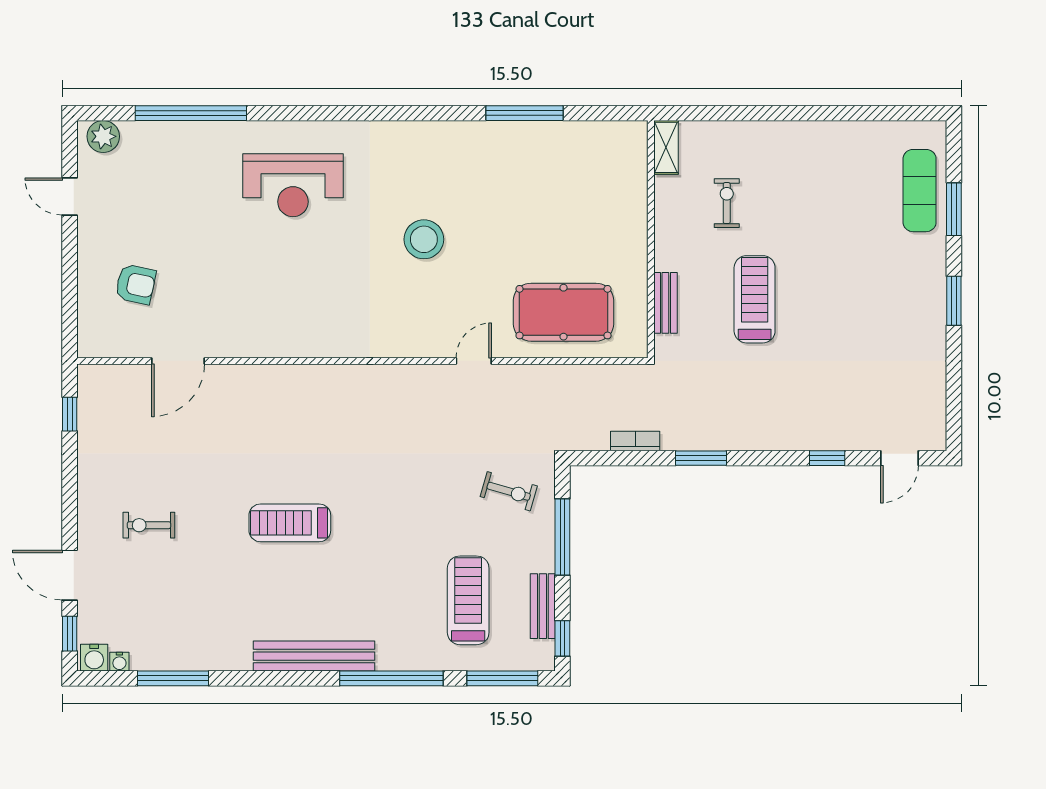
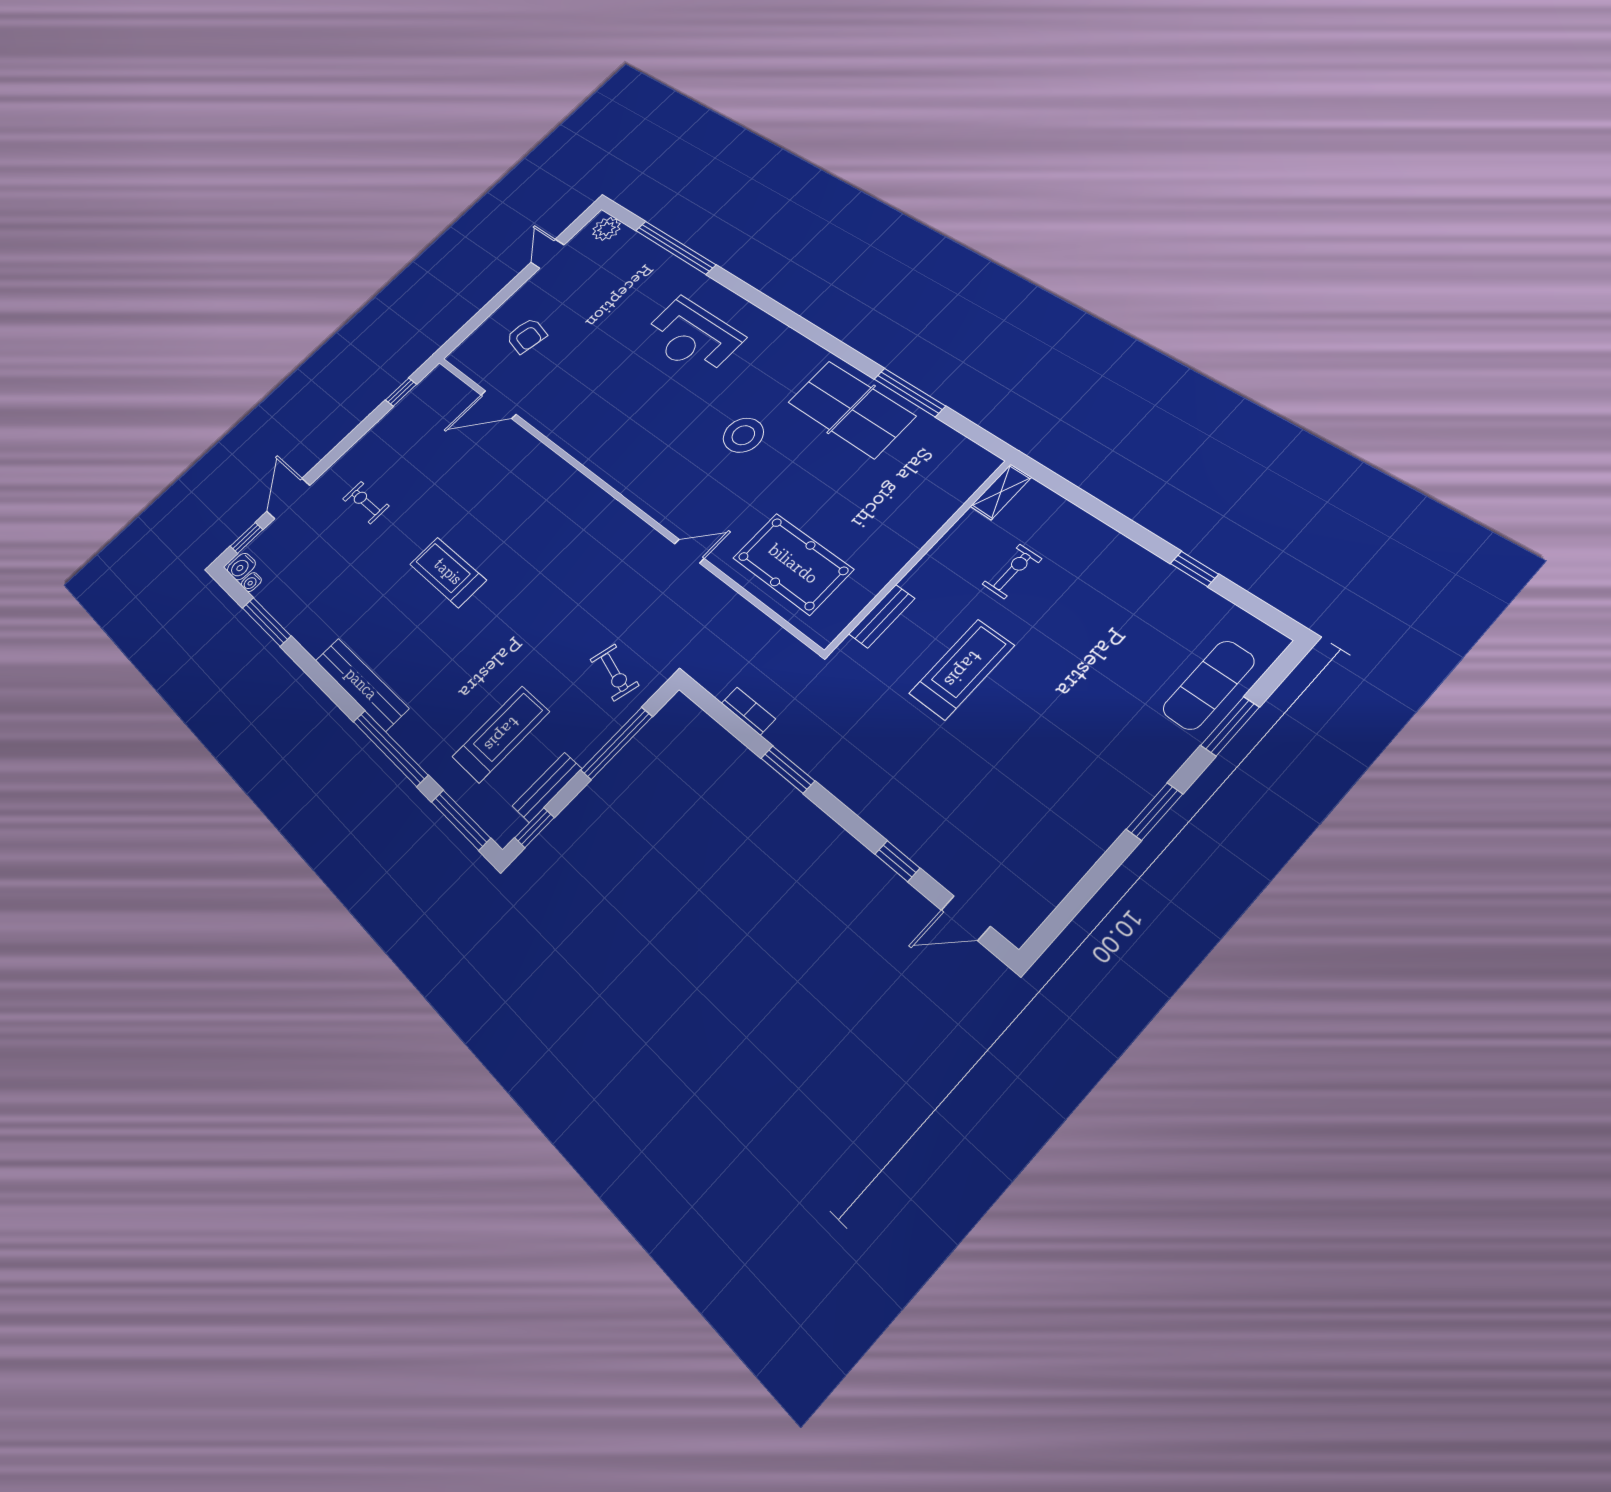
window: (846, 113) -> (1194, 569), added
table tennis table: (491, 158) -> (851, 409), added

